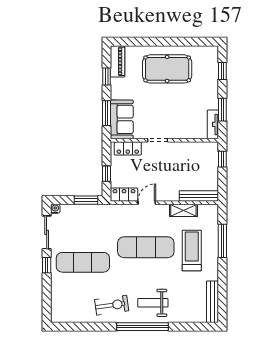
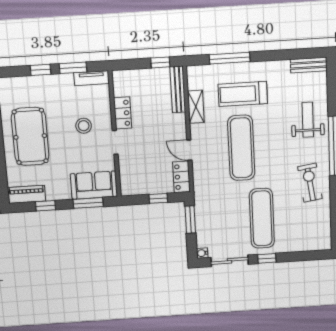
window: (222, 71) -> (40, 70), moved
stool: (173, 115) -> (84, 126), added
locker: (128, 148) -> (123, 113), moved
window: (222, 159) -> (160, 62), moved
bench: (213, 302) -> (309, 65), width x0.73
weight bench: (153, 303) -> (308, 120), moved, turned 180

